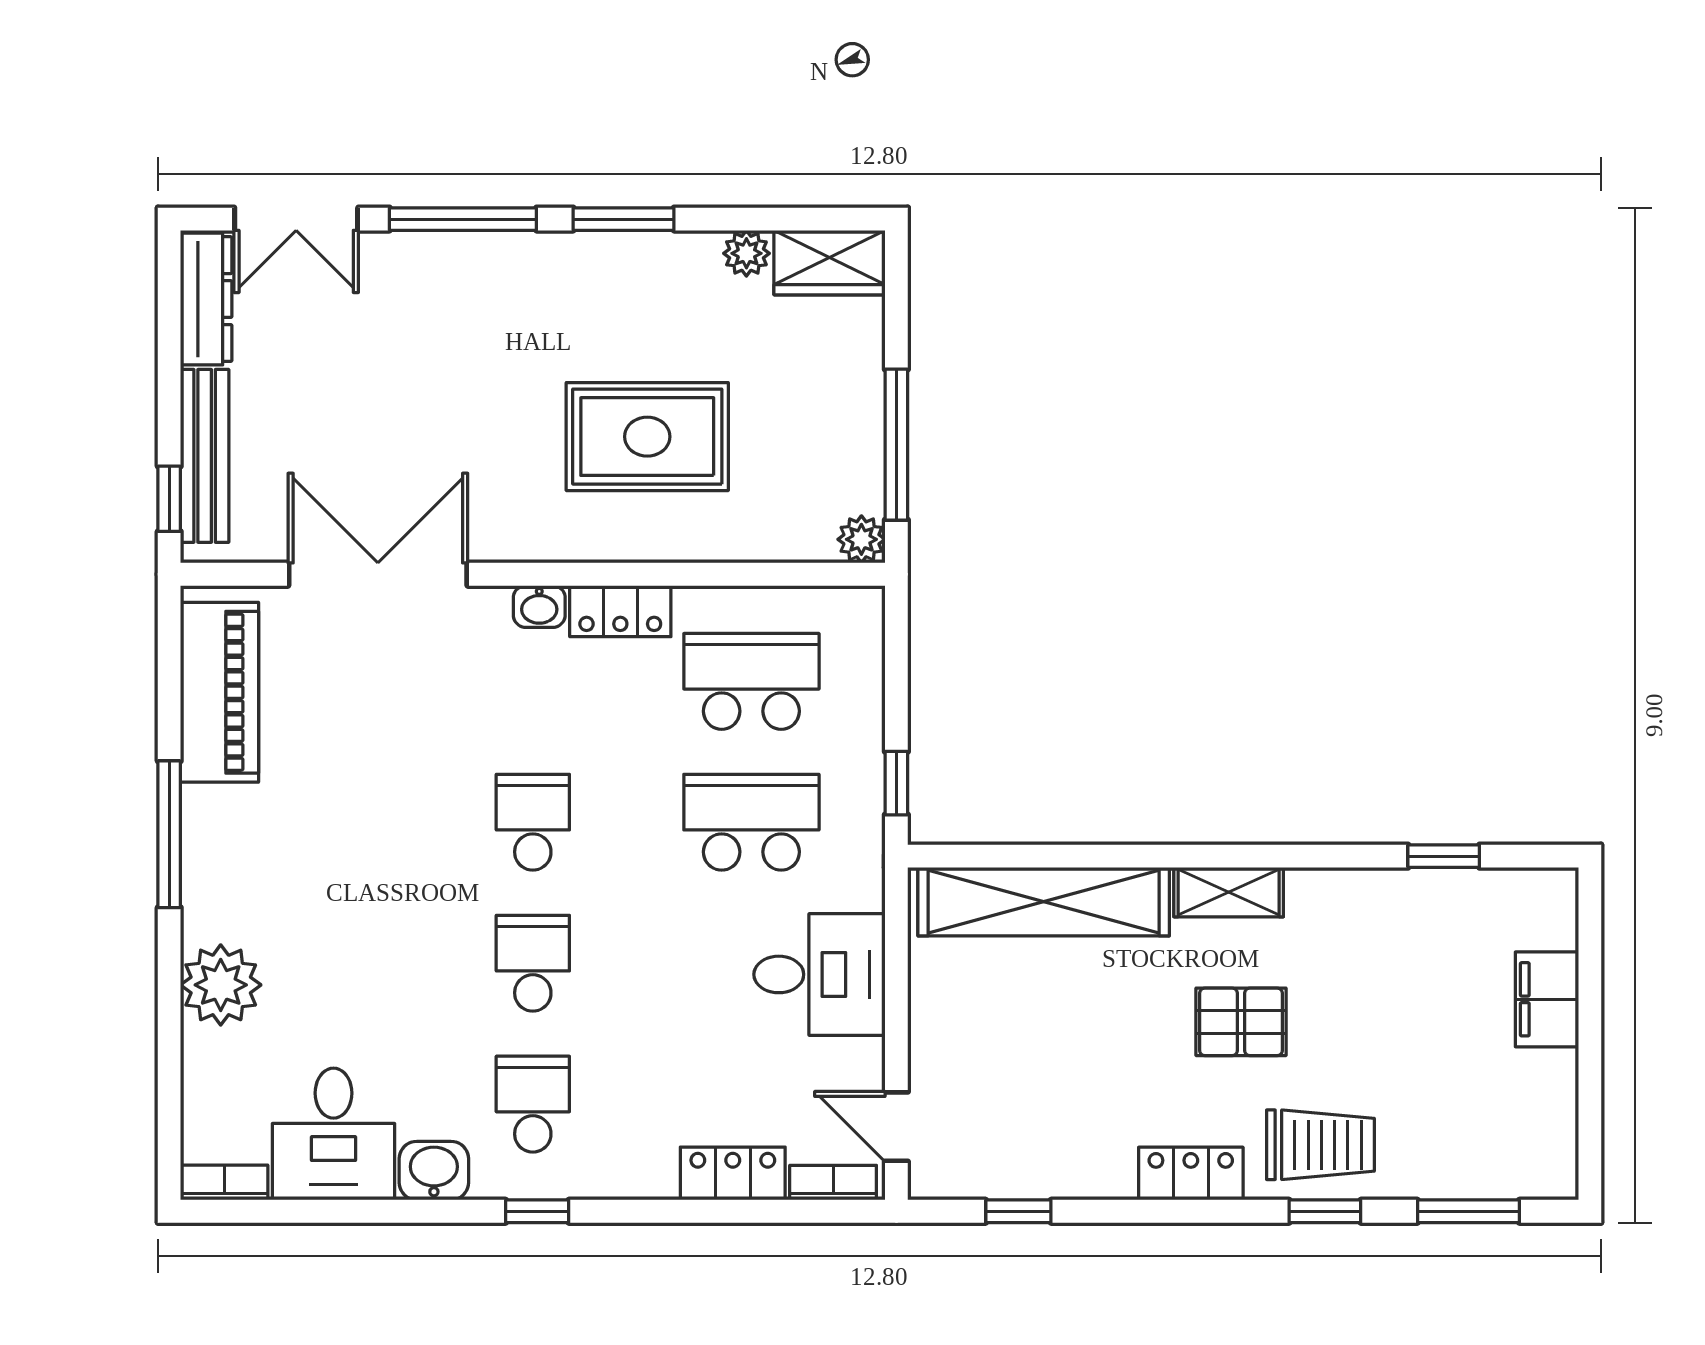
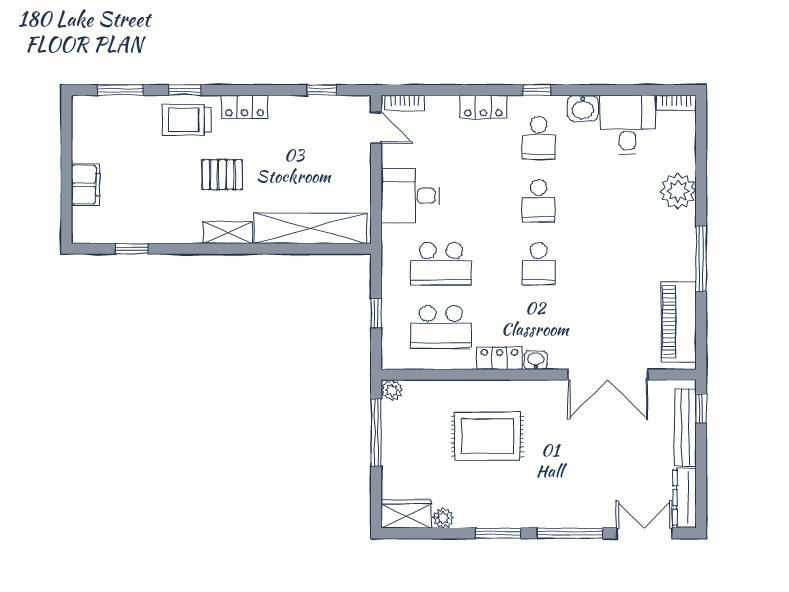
window: (896, 783) -> (376, 313), moved
locker: (733, 1174) -> (483, 107), moved

